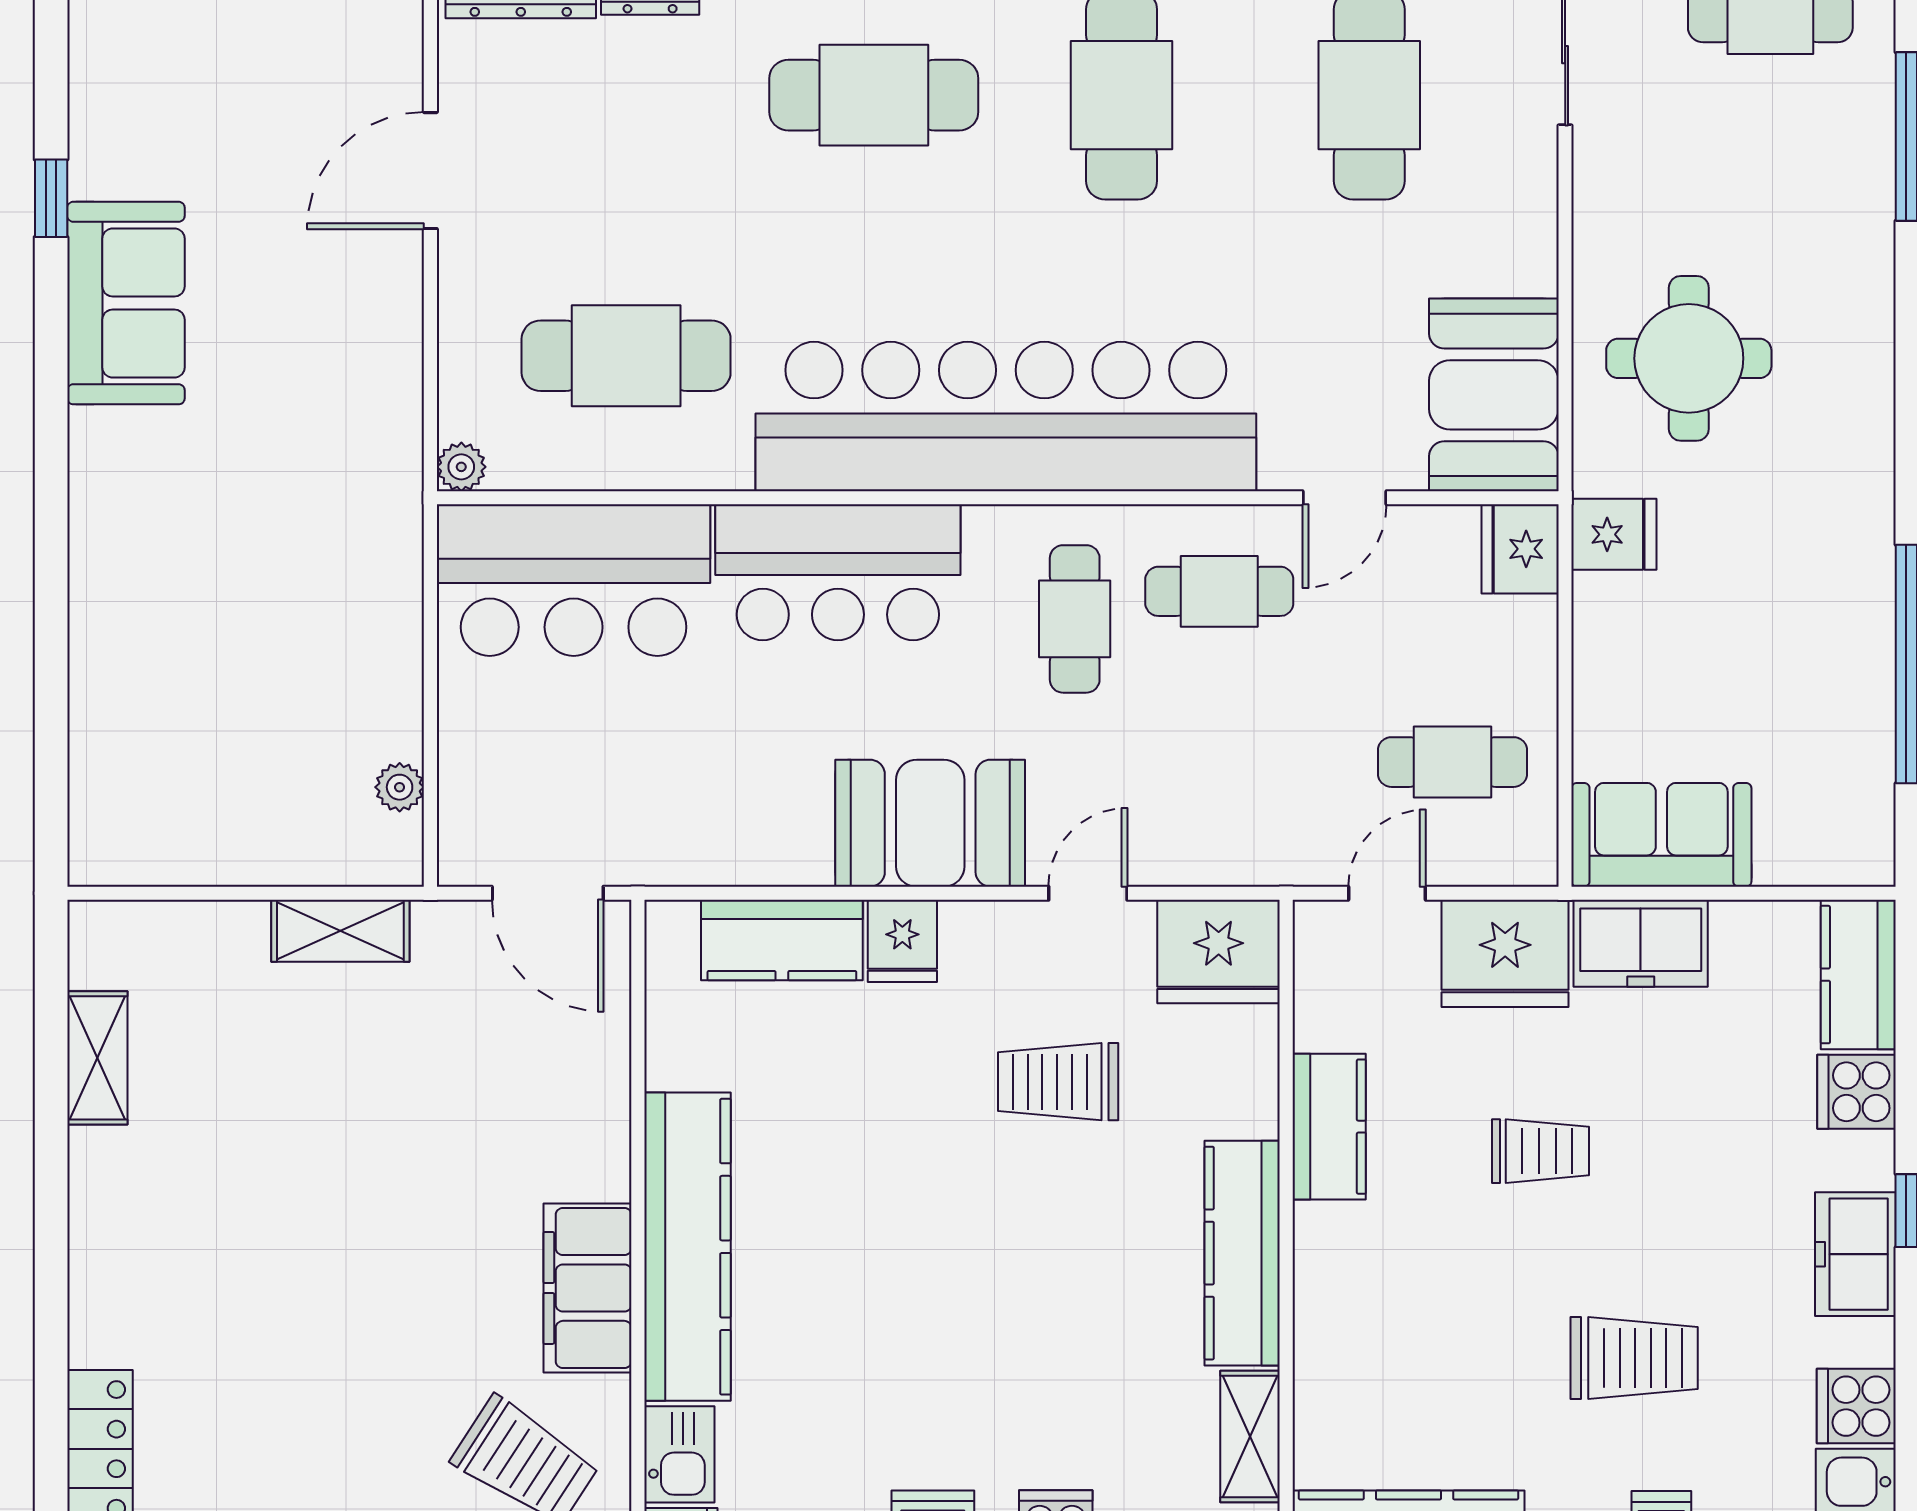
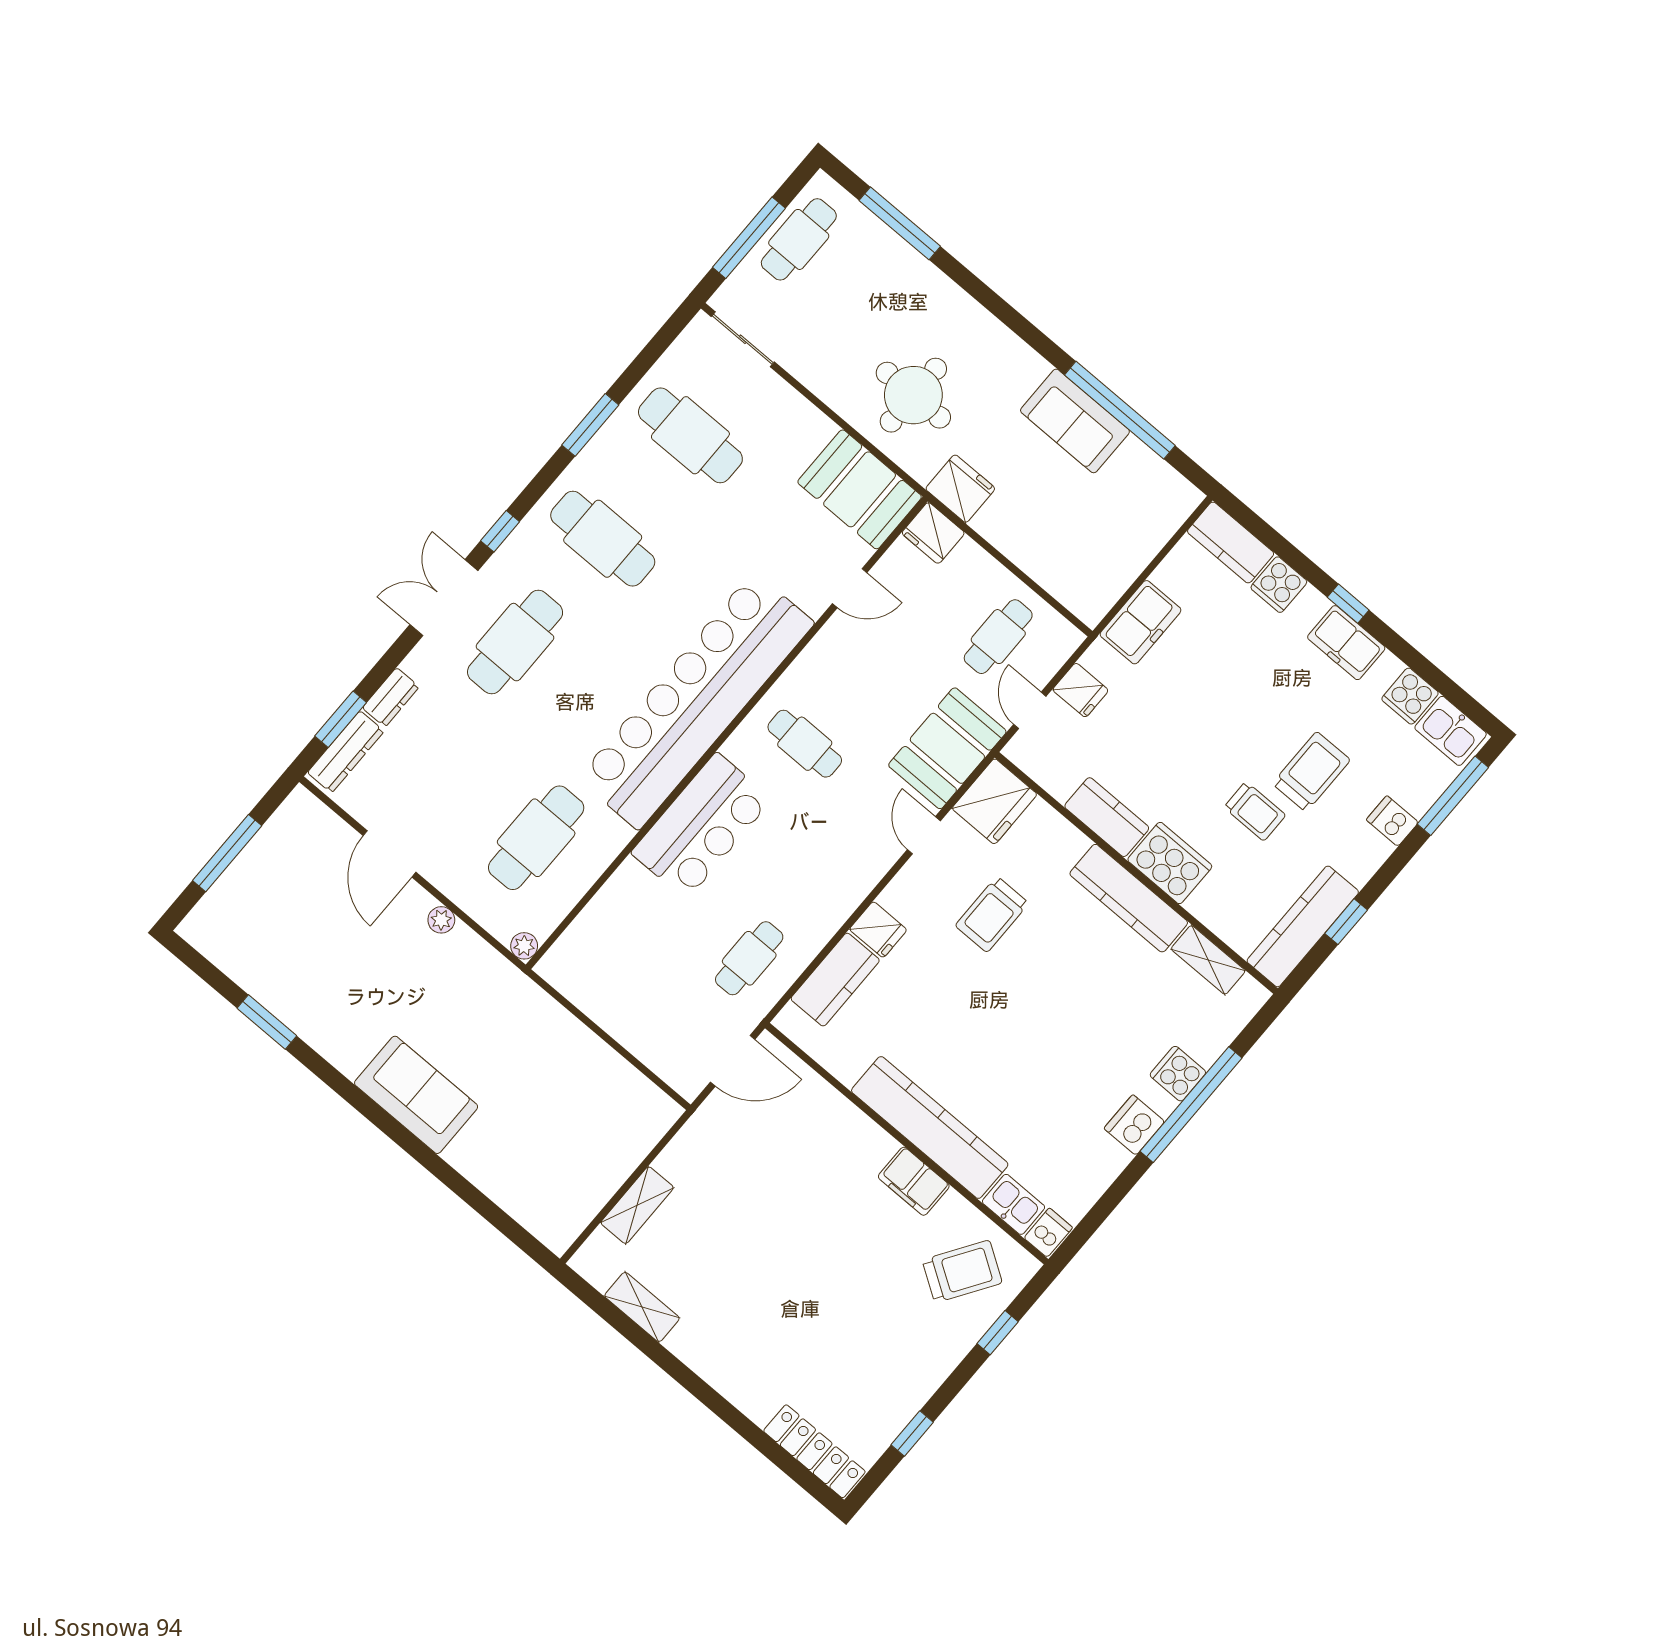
window: (51, 198) -> (267, 1022), width x1.50
sofa: (126, 303) -> (416, 1095), moved
door: (1345, 498) -> (850, 588), hinge flipped
fridge: (1614, 534) -> (960, 489), width x1.38
bar counter: (574, 580) -> (611, 939), removed
cafe table: (1219, 591) -> (749, 958), moved
plant: (400, 787) -> (441, 920), moved
booth: (930, 823) -> (947, 748), moved
sofa: (1661, 835) -> (1075, 421), moved, turned -90
shelving: (340, 931) -> (637, 1205), moved
fridge: (1505, 953) -> (1081, 690), width x0.53, depth x0.75
trolley: (1541, 1151) -> (1255, 811), moved, turned 90
cooker: (1340, 1269) -> (1170, 863), added
filing cabinet: (587, 1288) -> (914, 1181), width x0.67, depth x0.86

